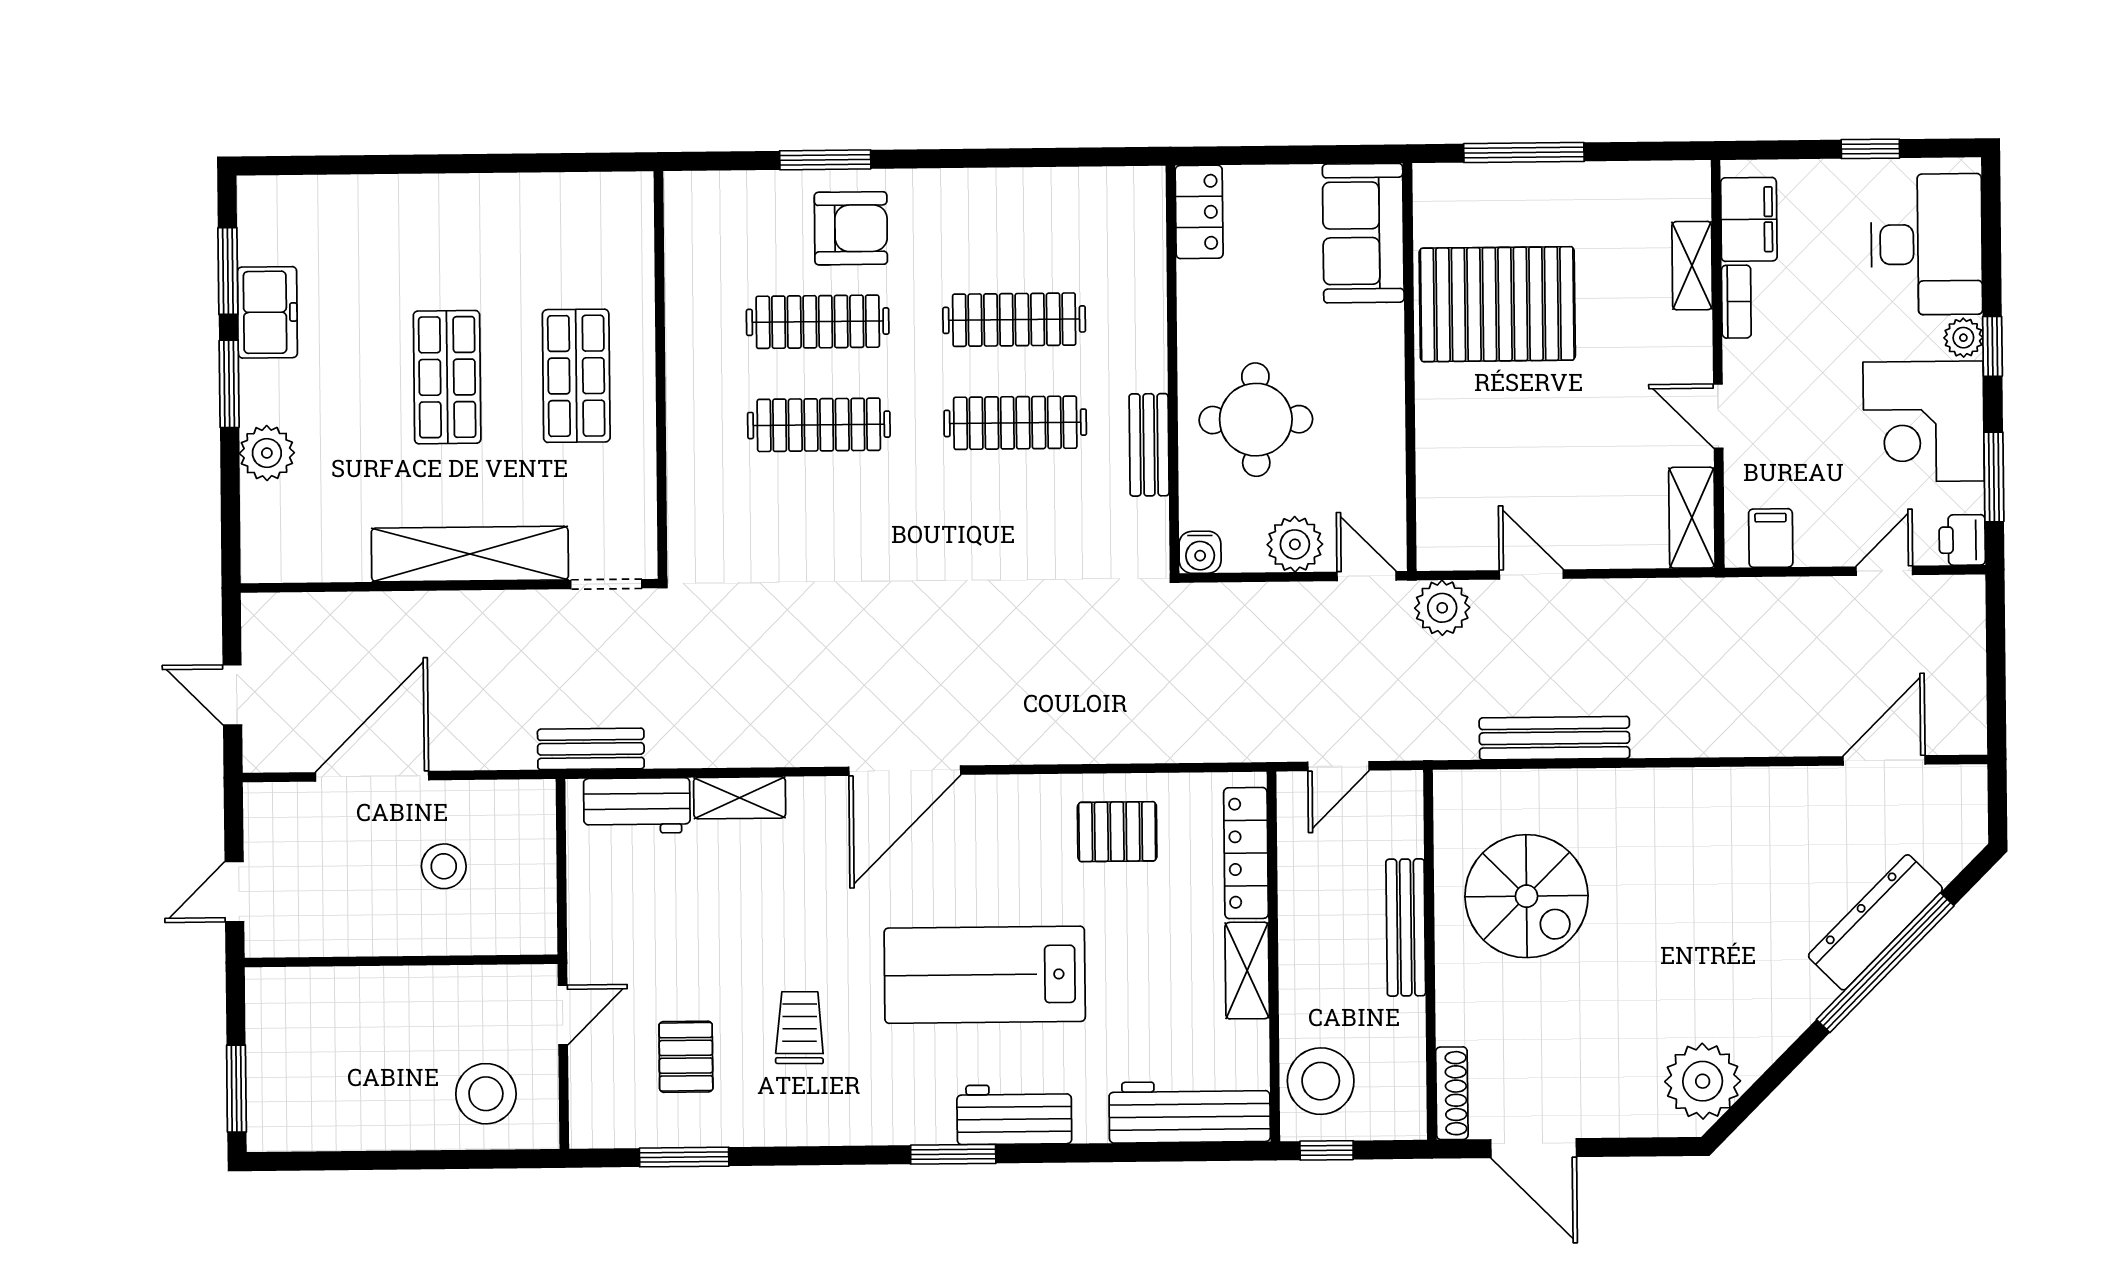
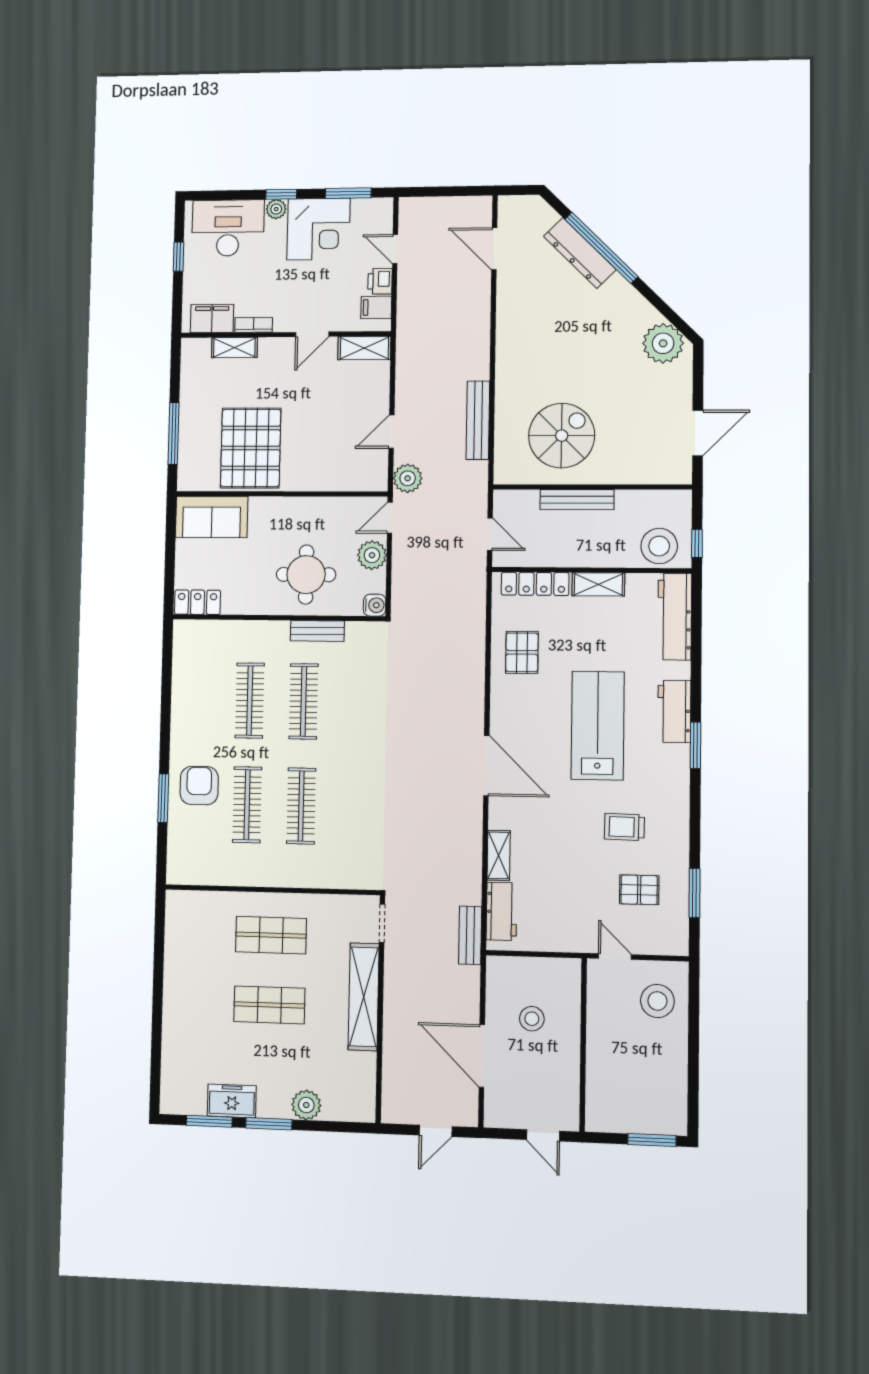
printer: (1962, 540) -> (380, 281), moved, turned 90
lab bench: (985, 975) -> (598, 726), turned 180
shoe rack: (1452, 1093) -> (667, 476), removed

